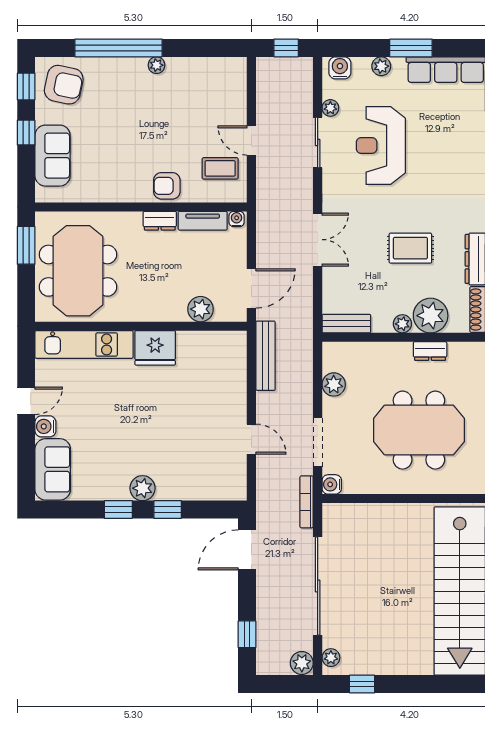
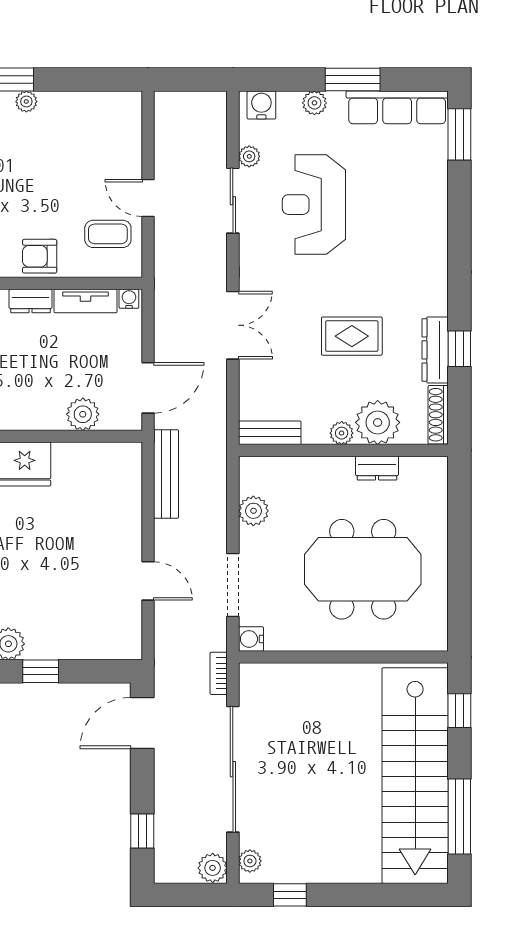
window: (286, 48) -> (193, 79), removed
bookcase: (307, 502) -> (219, 673), width x0.64

